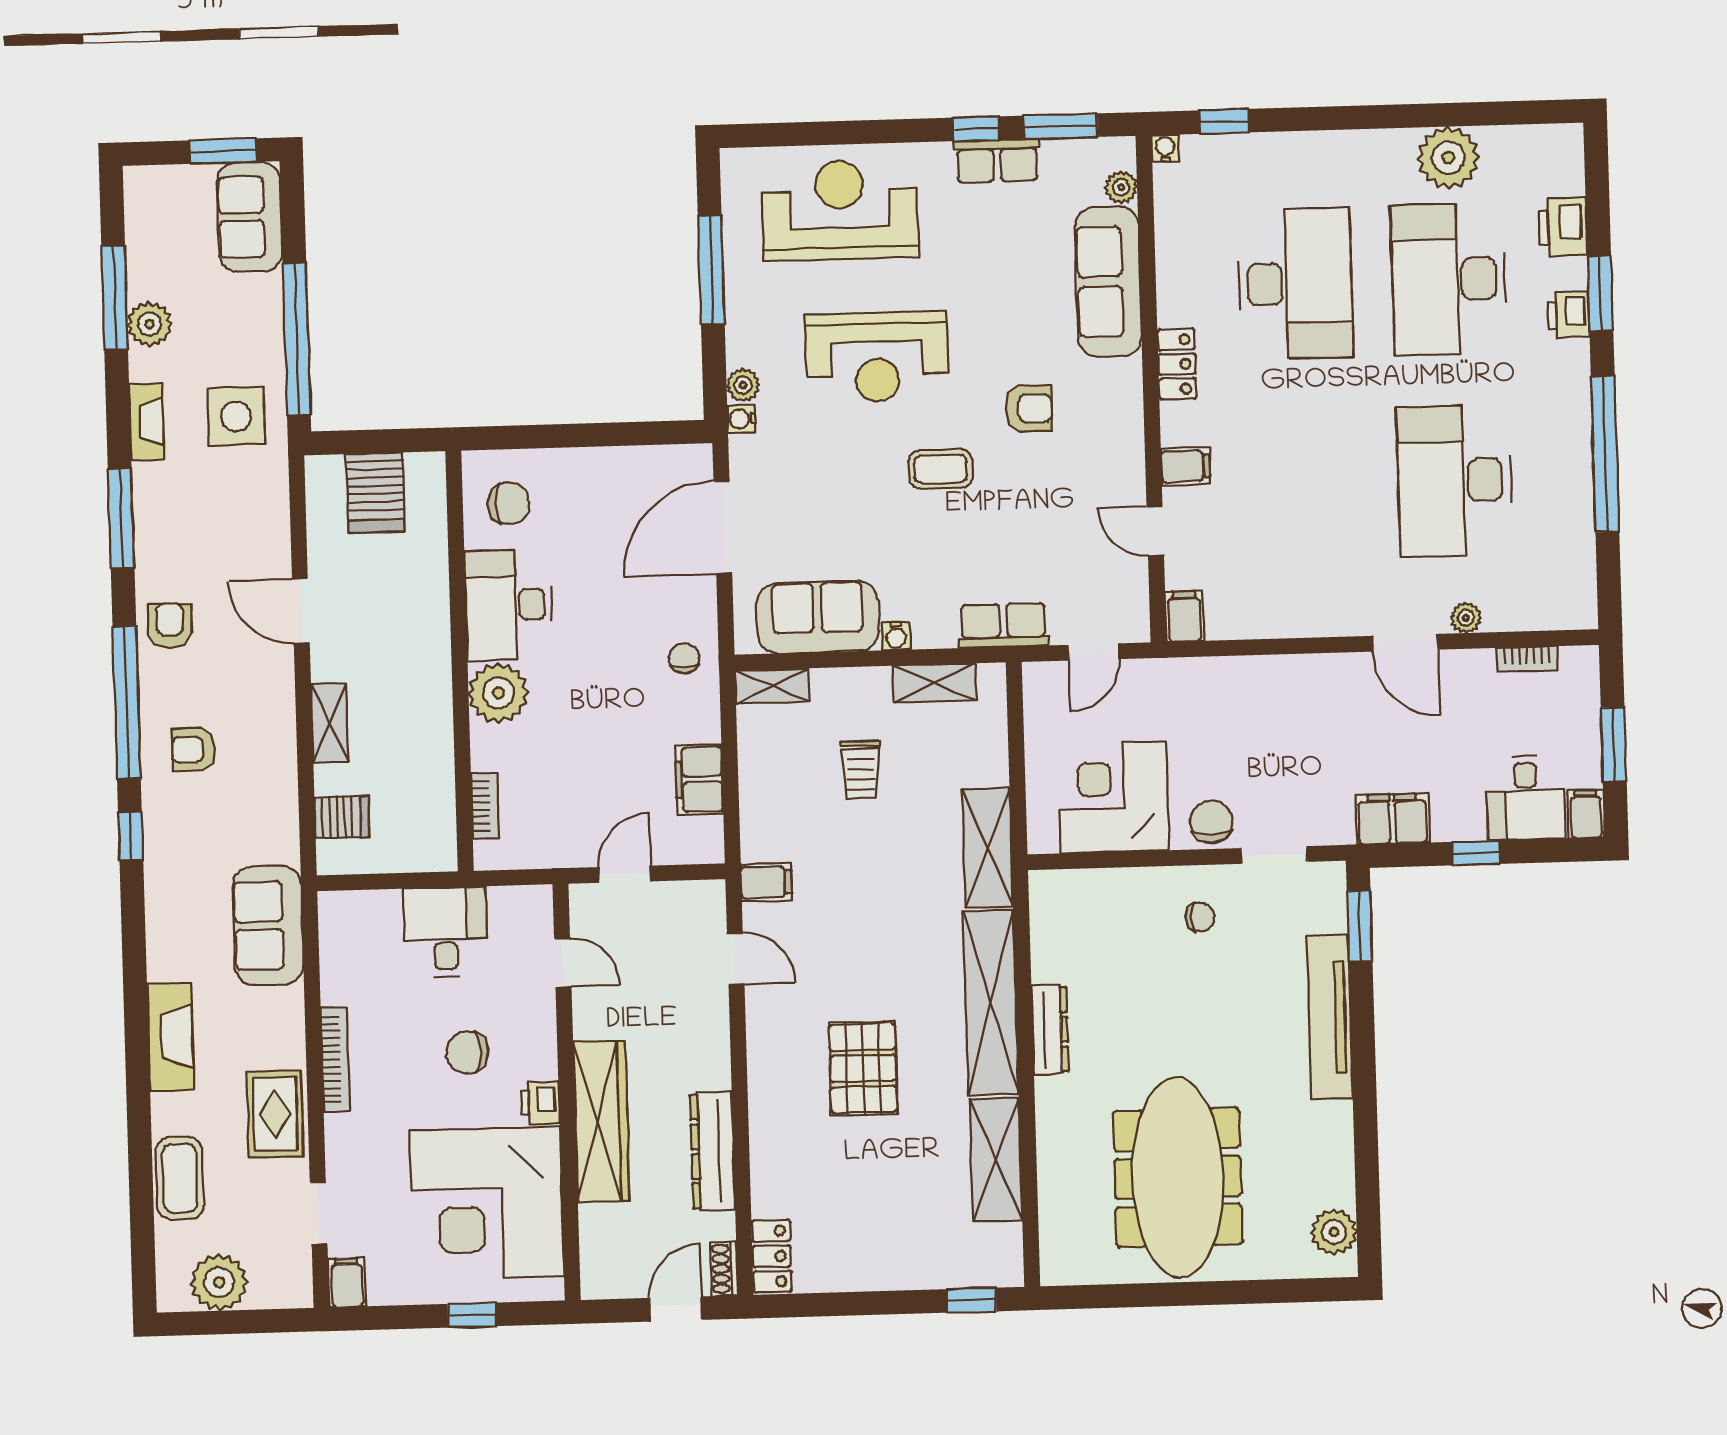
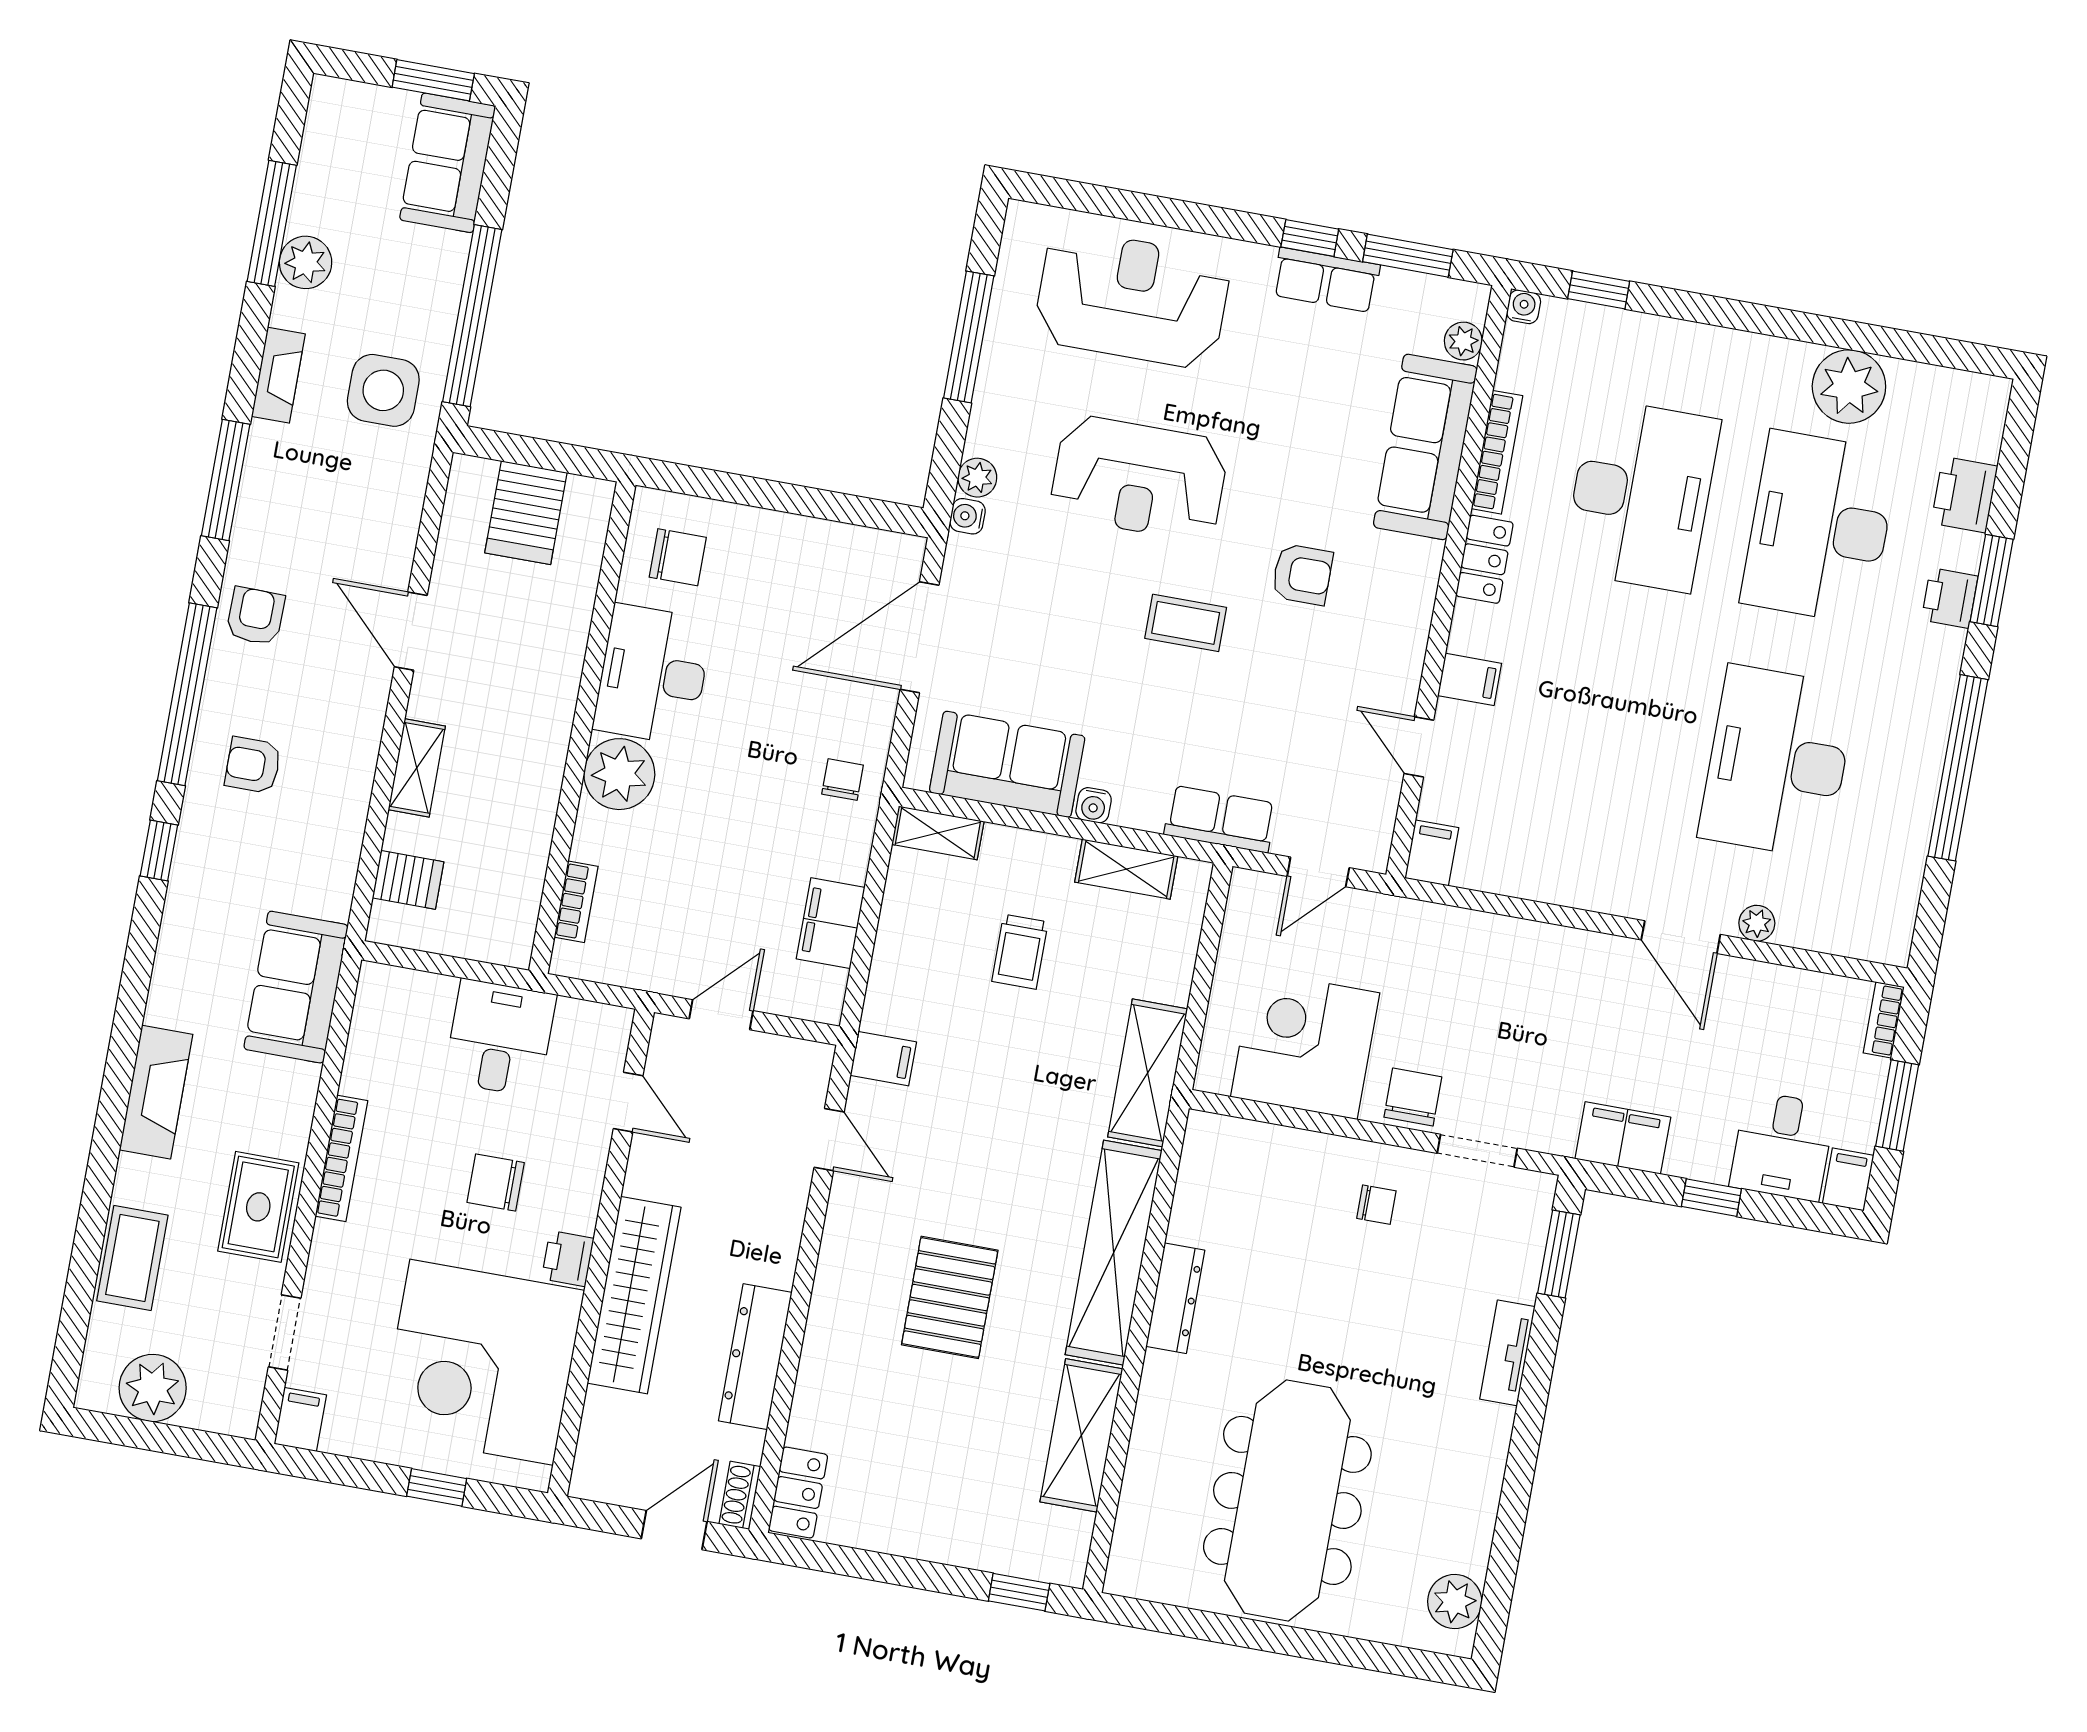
bookcase: (1169, 273) -> (1497, 452), added
bookcase: (1527, 659) -> (1884, 1020), moved, turned 90
tv unit: (1330, 1017) -> (1507, 1353), width x0.52, depth x0.78

